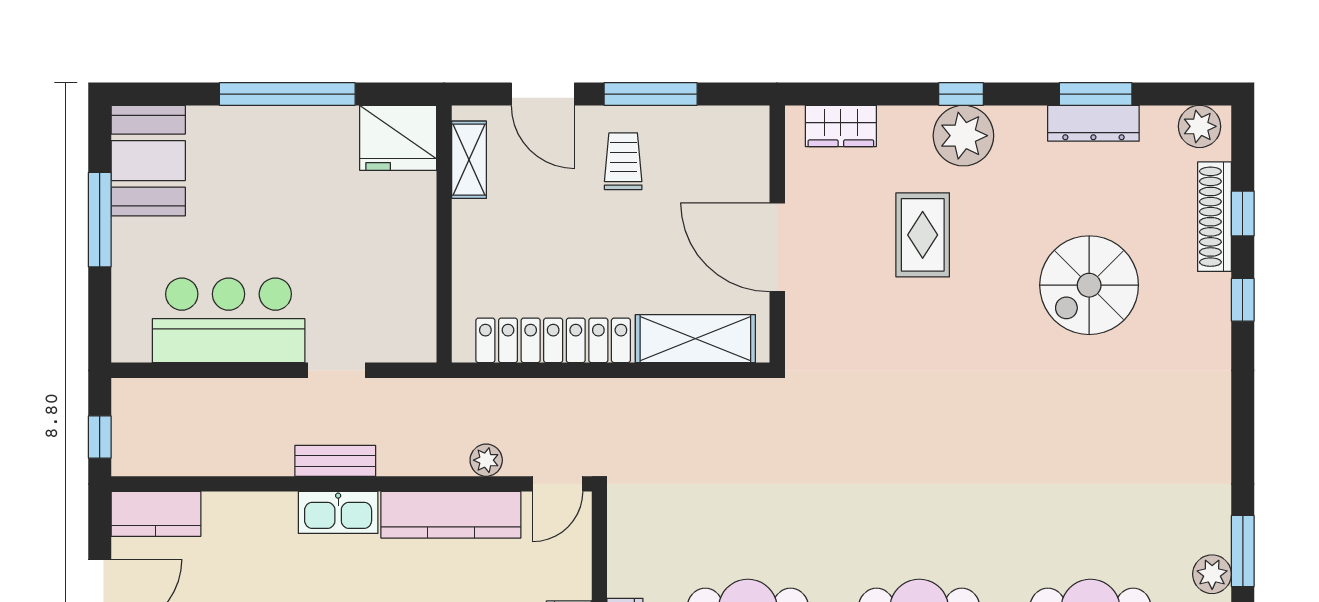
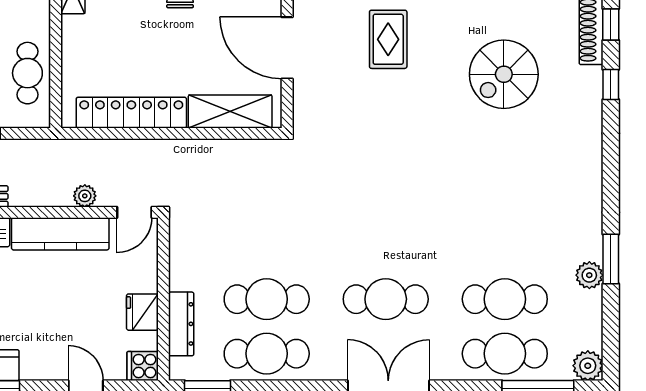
cafe table: (404, 283) -> (27, 73), added

